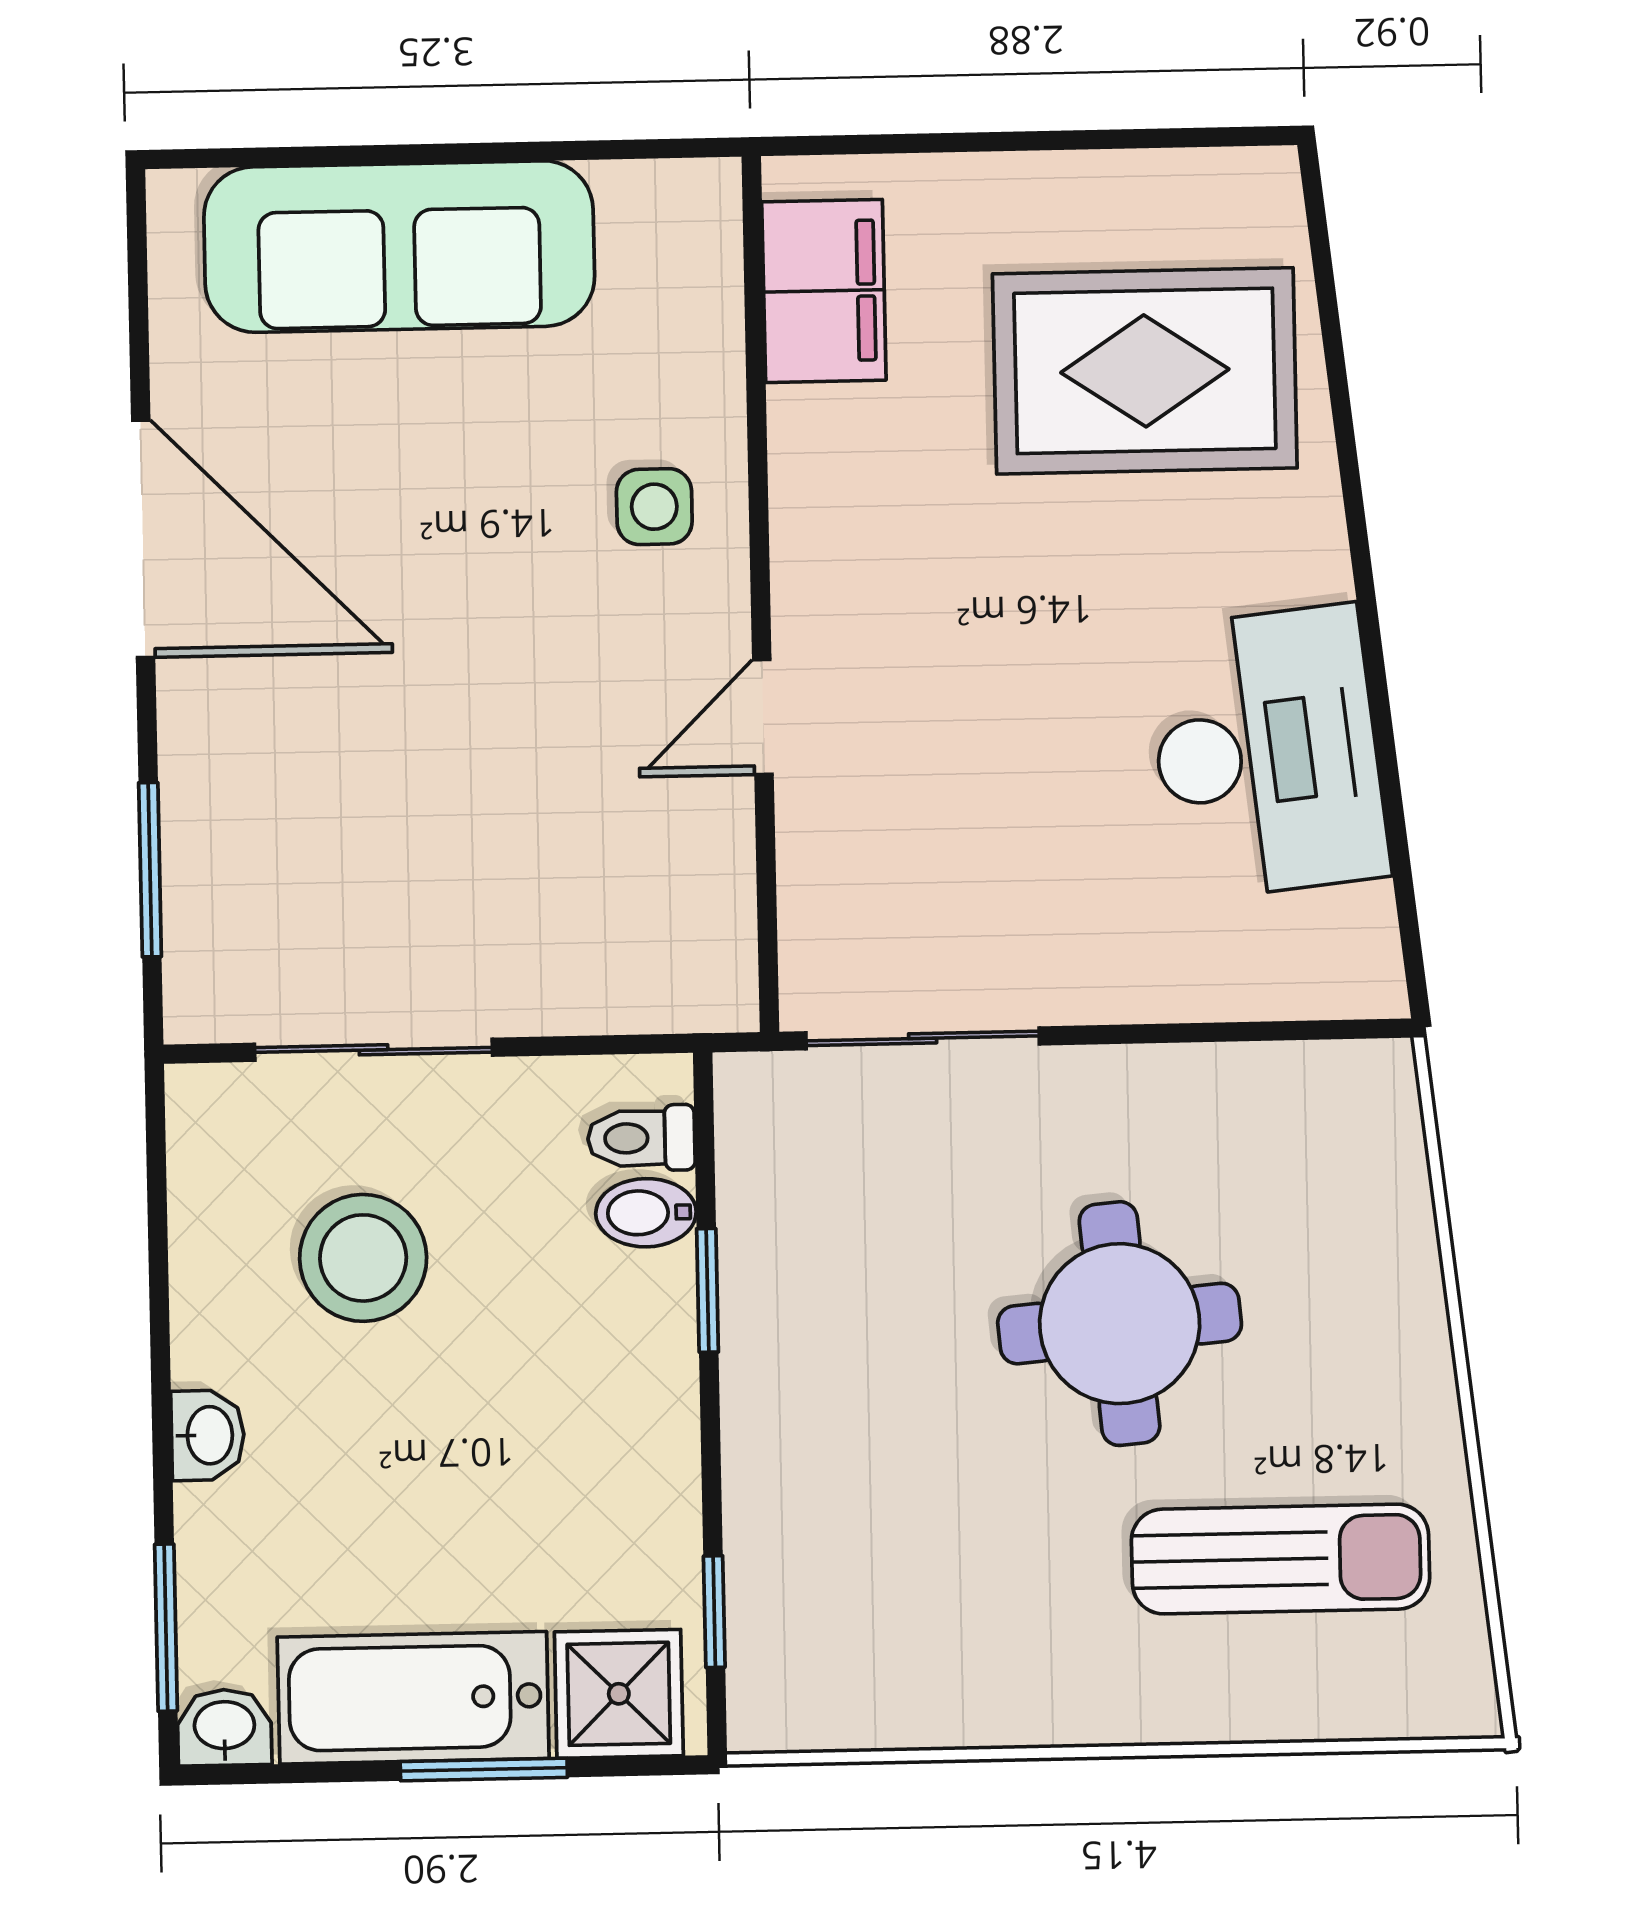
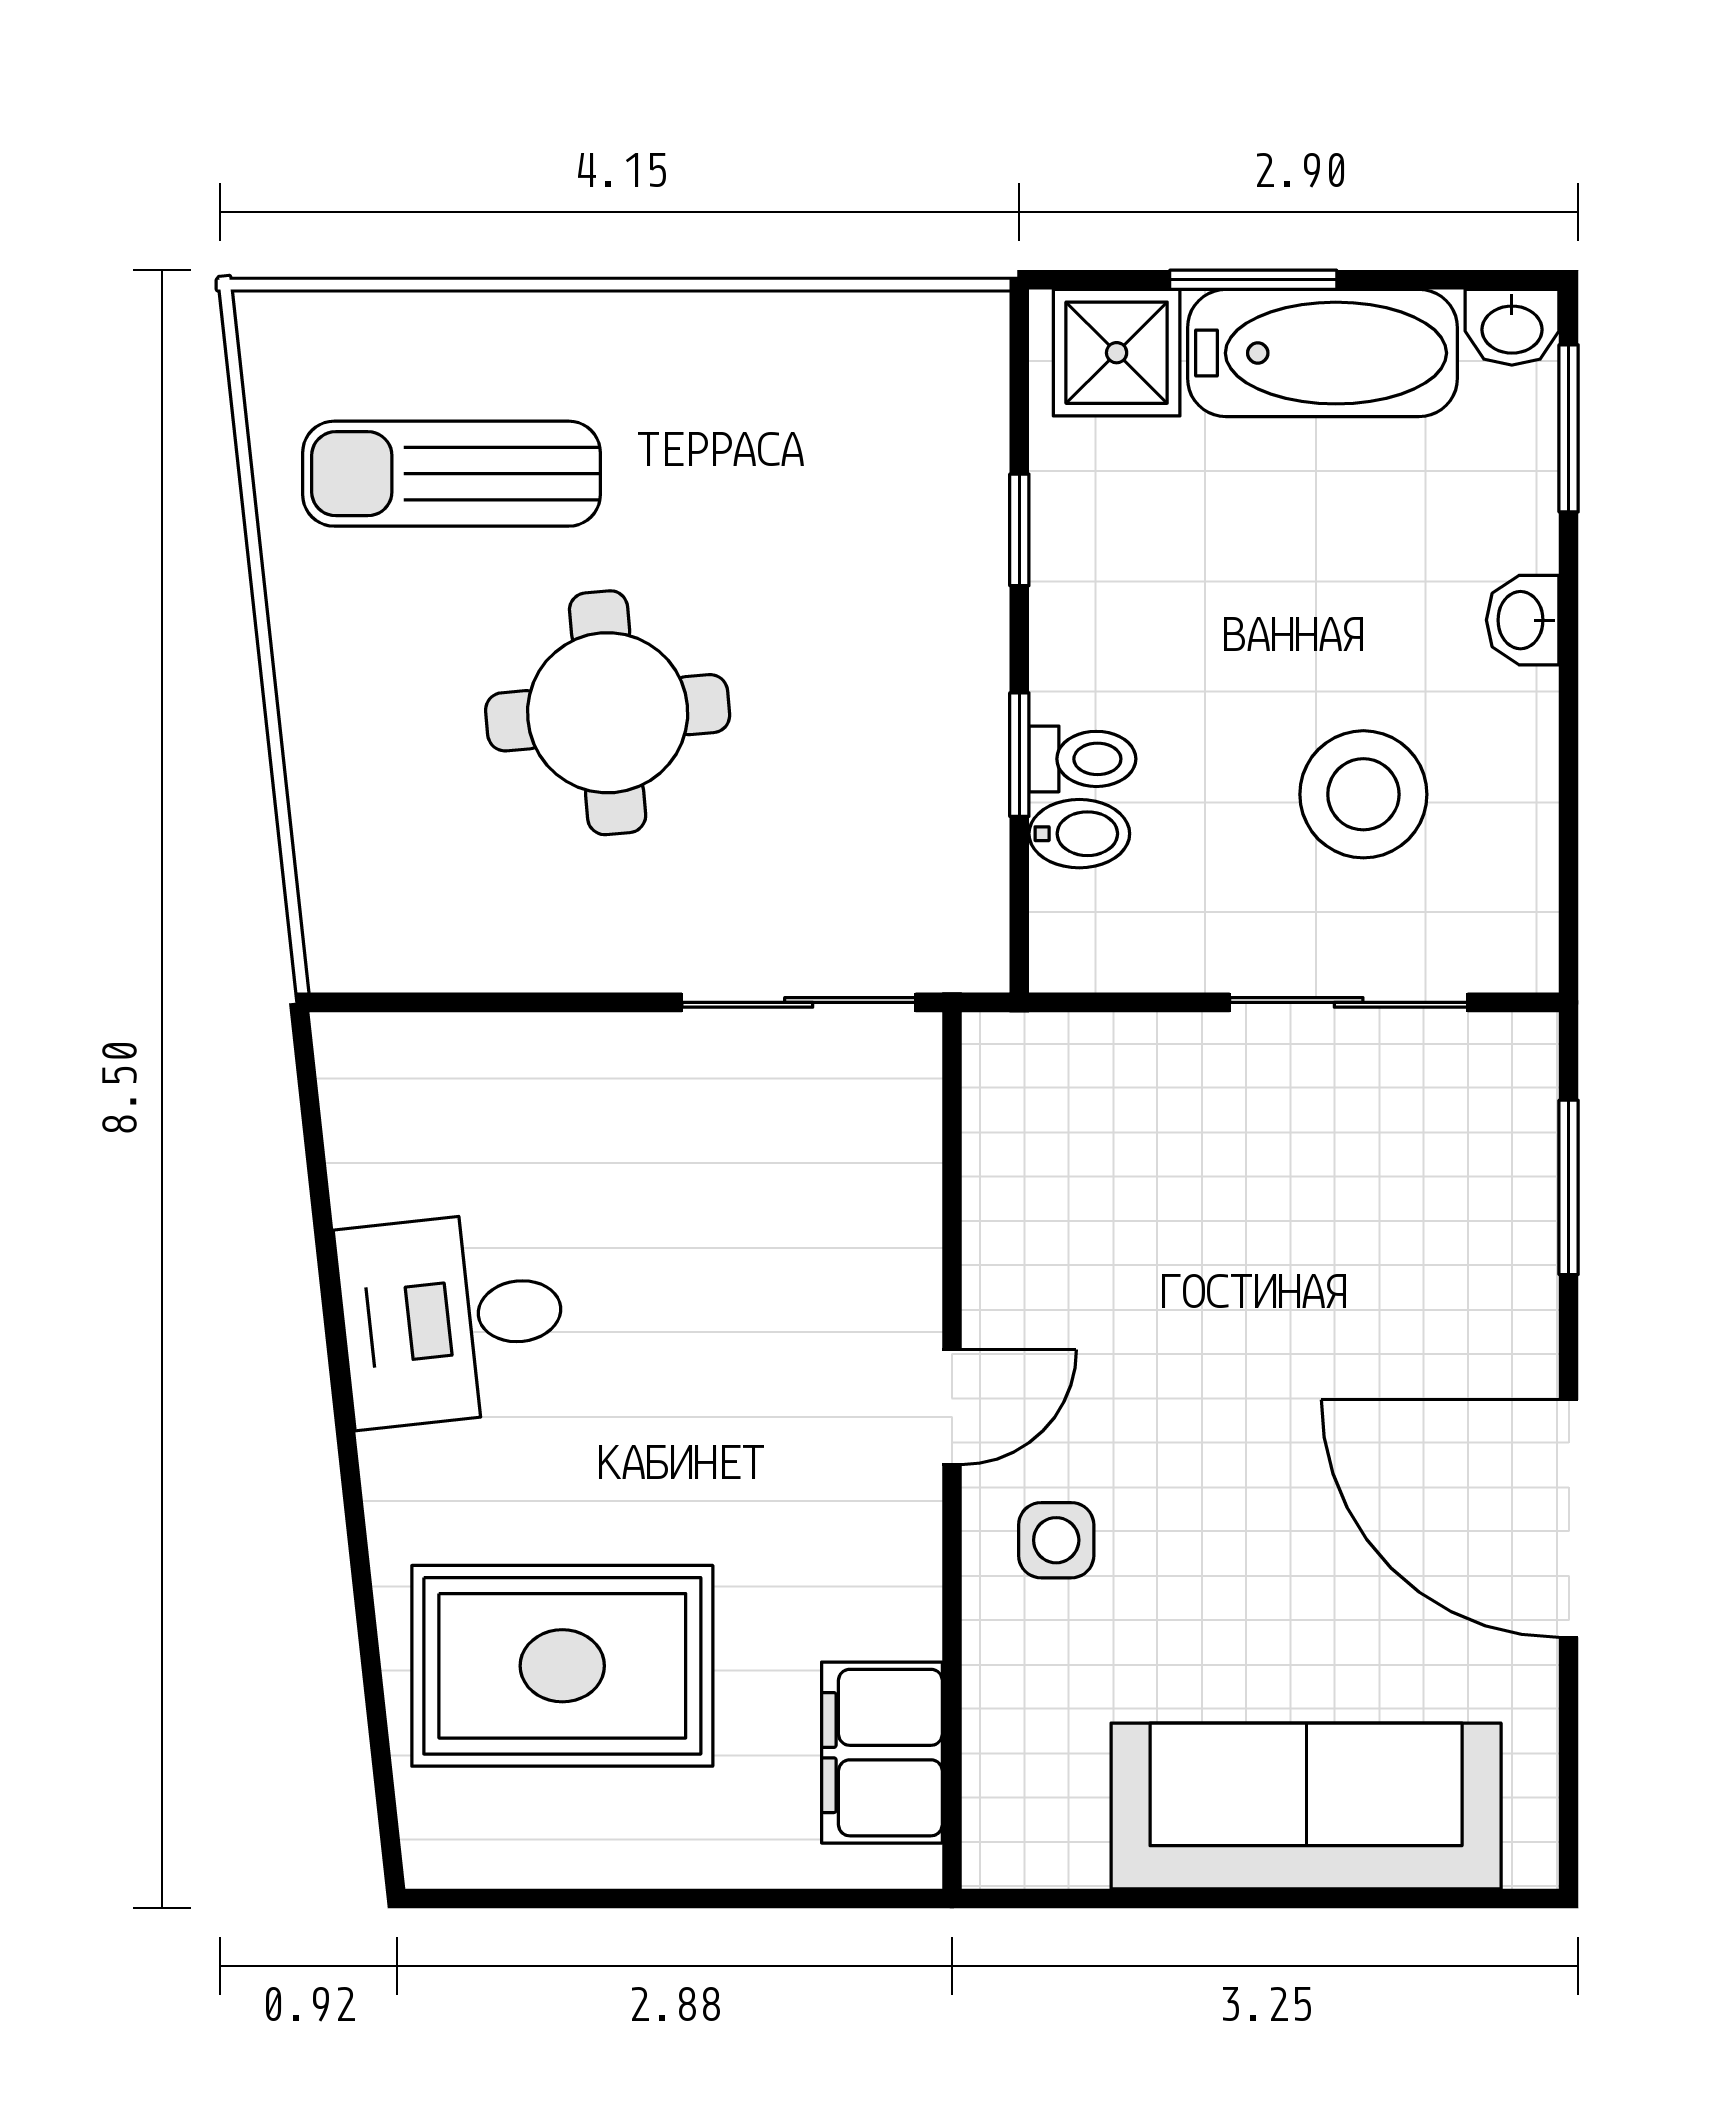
door: (763, 717) -> (952, 1407), moved
desk: (1267, 753) -> (452, 1319), width x0.73
toilet: (641, 1138) -> (1082, 759), moved
window: (714, 1612) -> (1019, 530), moved

